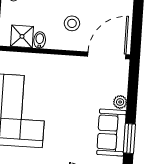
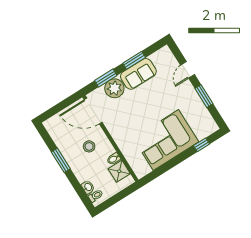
window: (132, 94) -> (106, 78), added
plant: (120, 102) -> (114, 88), width x1.88, depth x1.88

